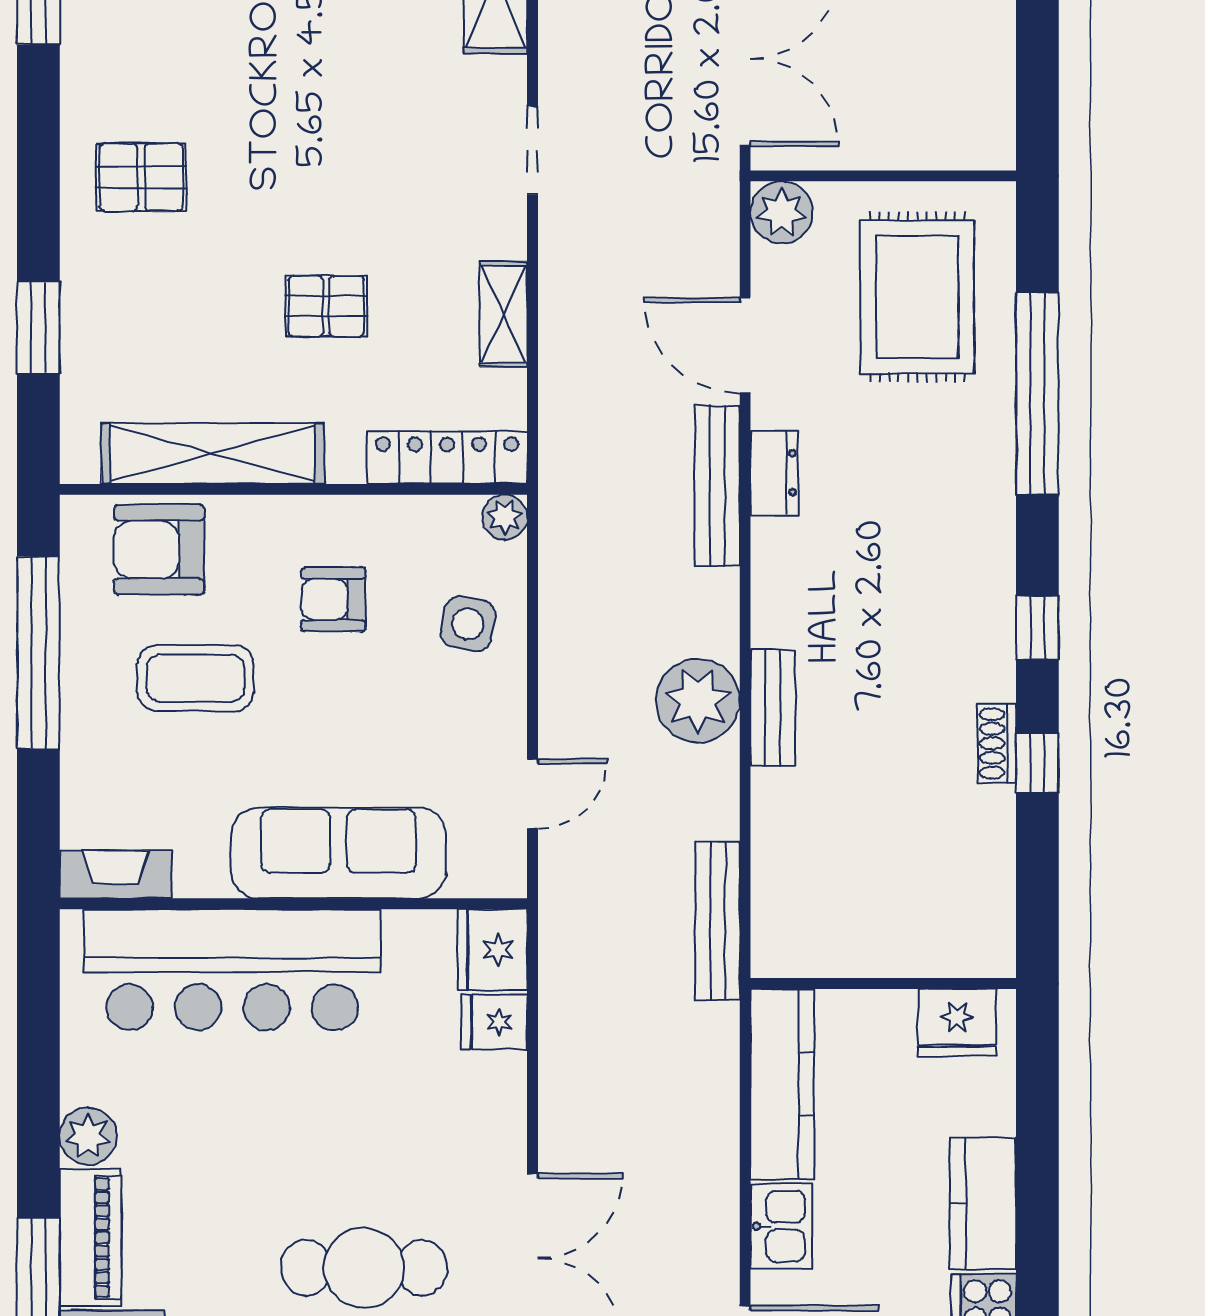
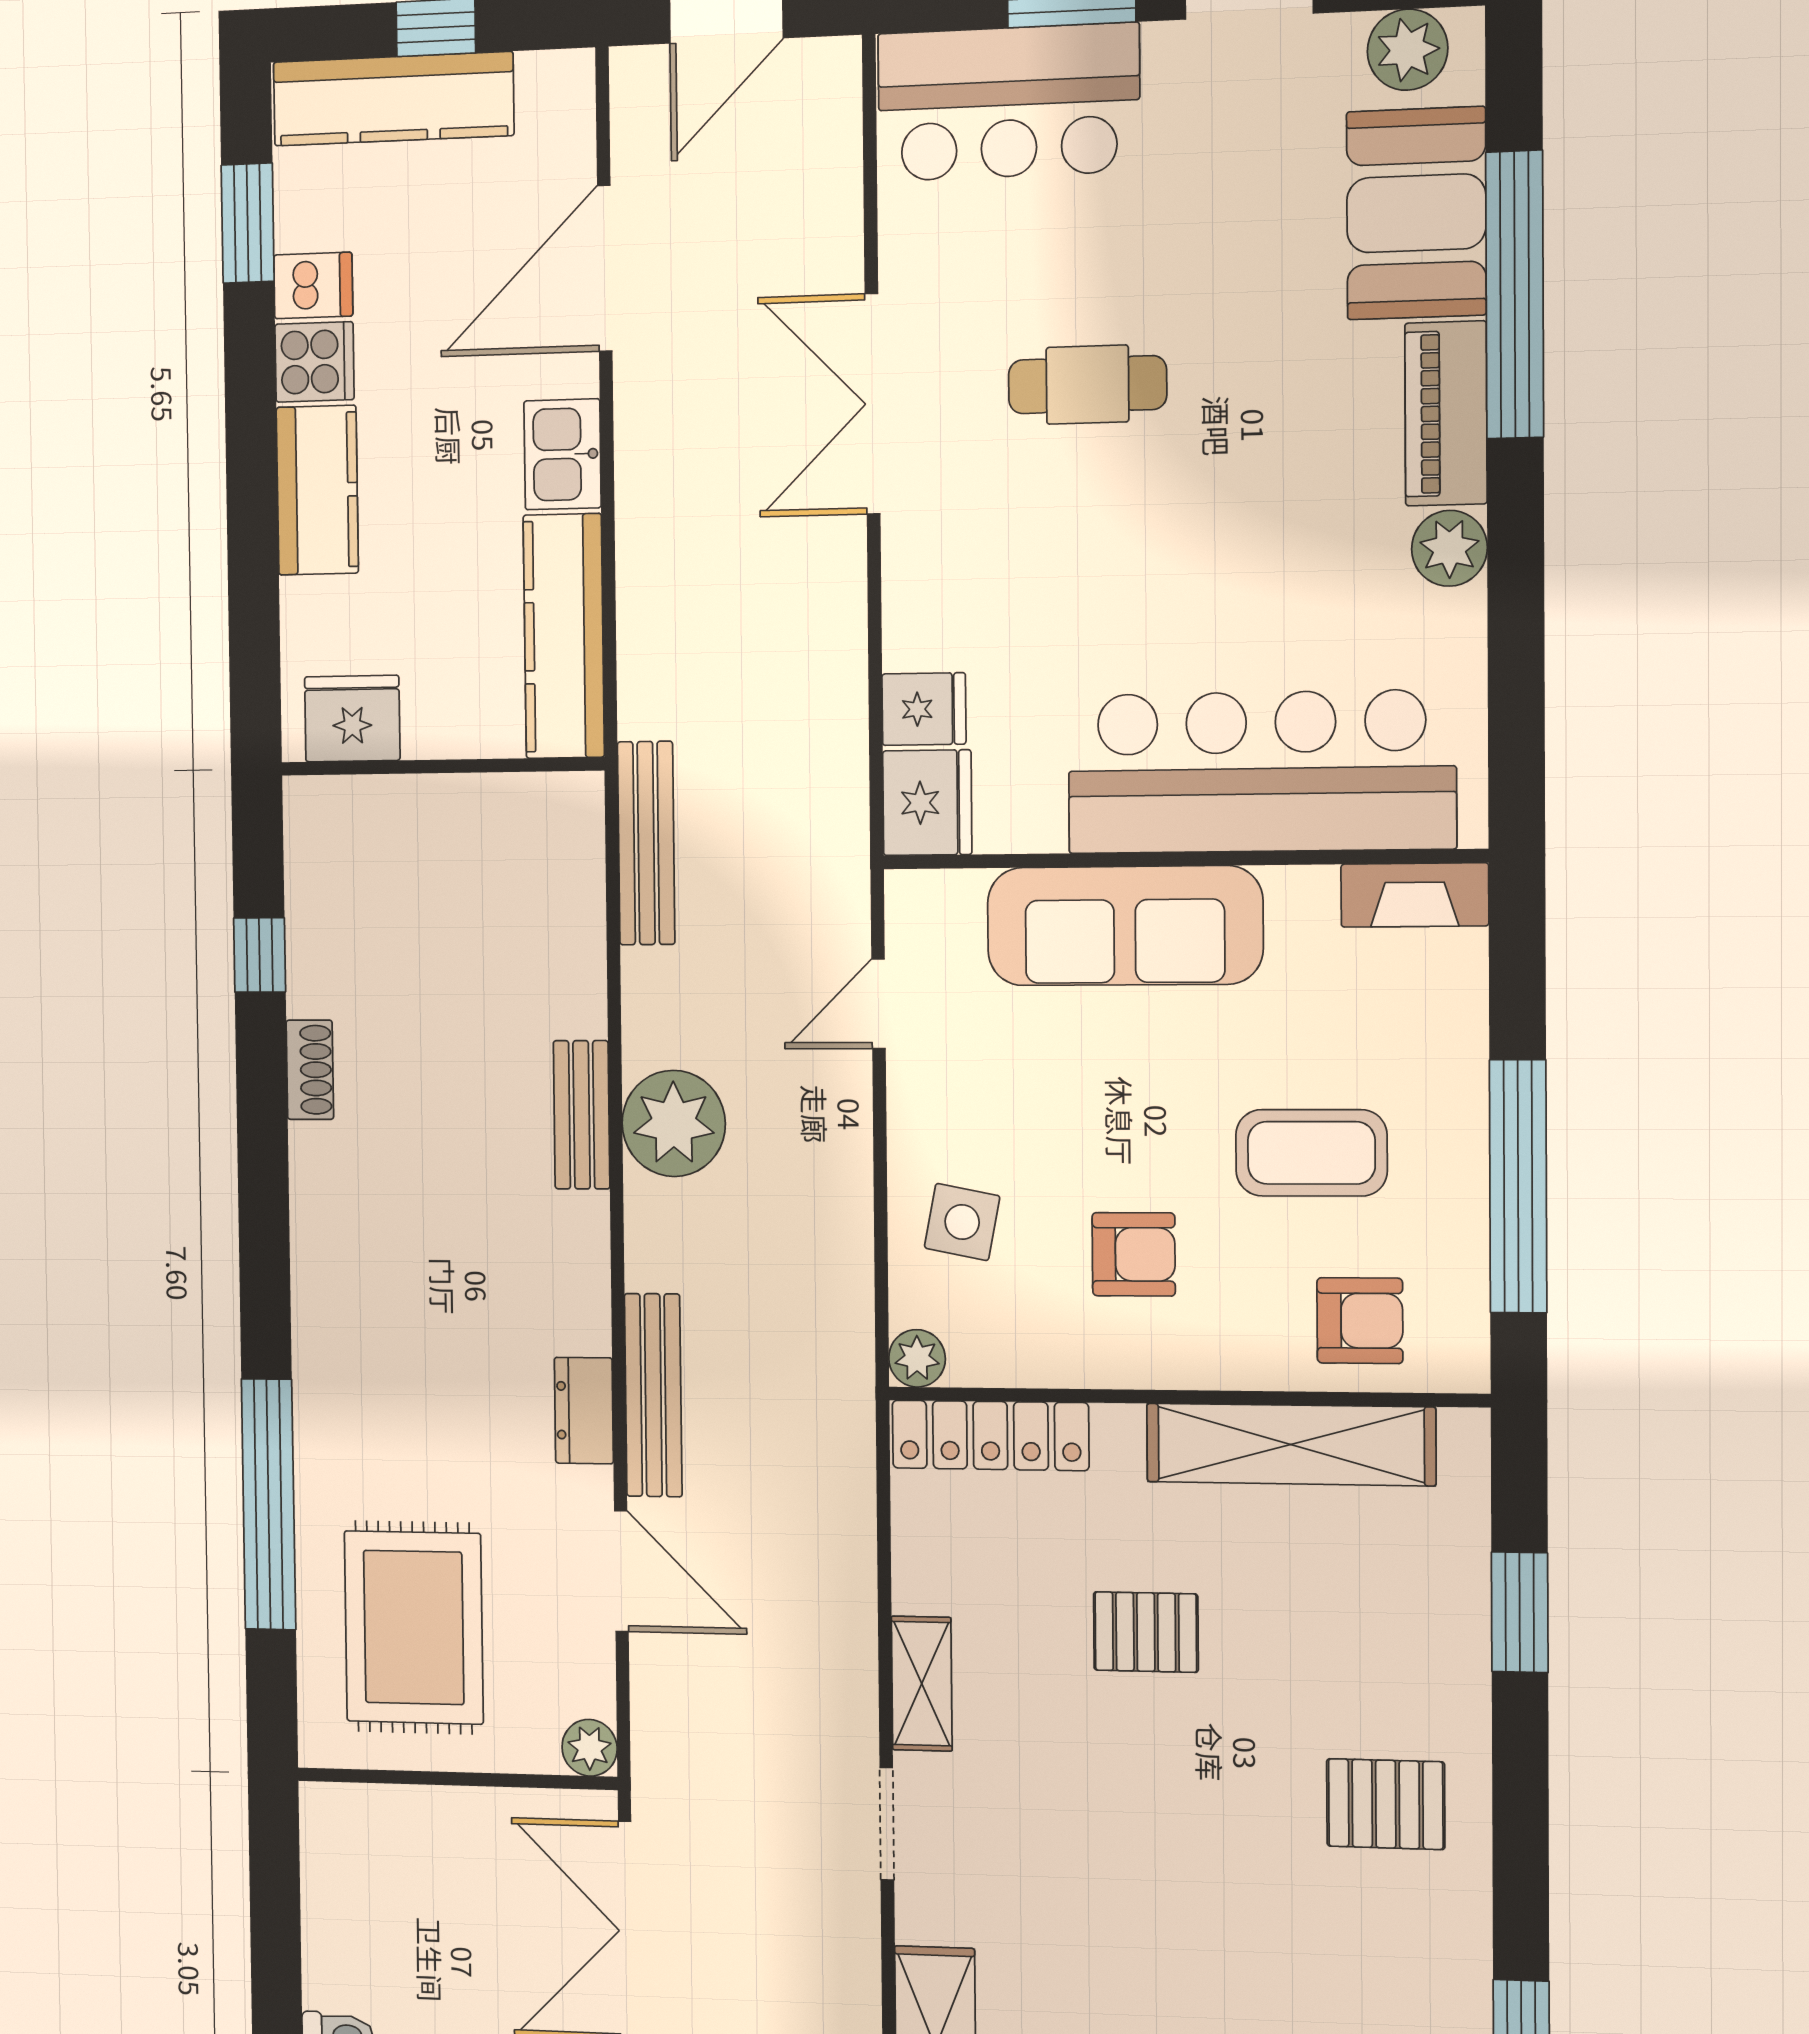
plant: (782, 212) -> (590, 1748), width x0.73, depth x0.73
shelving: (504, 314) -> (922, 1684), moved
armchair: (159, 550) -> (1360, 1321), width x0.72, depth x0.72
window: (1037, 628) -> (264, 1214), removed
window: (1037, 763) -> (260, 955), moved
cafe table: (364, 1268) -> (1087, 385), width x0.73, depth x0.74

